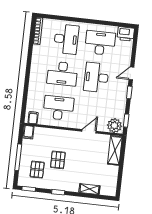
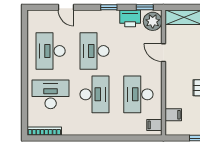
printer: (126, 34) -> (130, 18), moved, turned 90
door: (131, 73) -> (66, 7), moved
desk: (96, 77) -> (94, 51), turned 90
filing cabinet: (29, 132) -> (173, 115), moved

